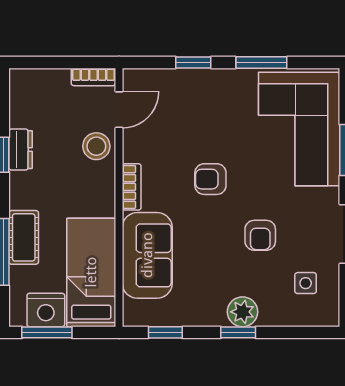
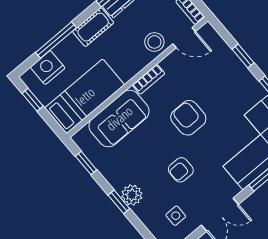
armchair: (210, 179) -> (188, 118), width x1.38, depth x1.38
cot: (24, 237) -> (93, 27), moved
nightstand: (46, 310) -> (48, 68), moved, turned 90
window: (47, 332) -> (33, 100), width x0.67

